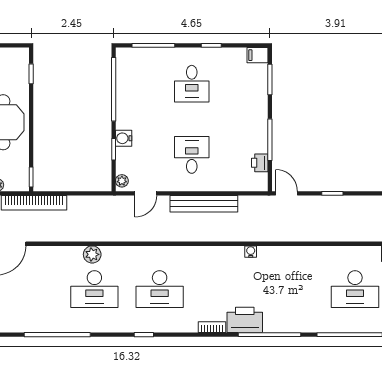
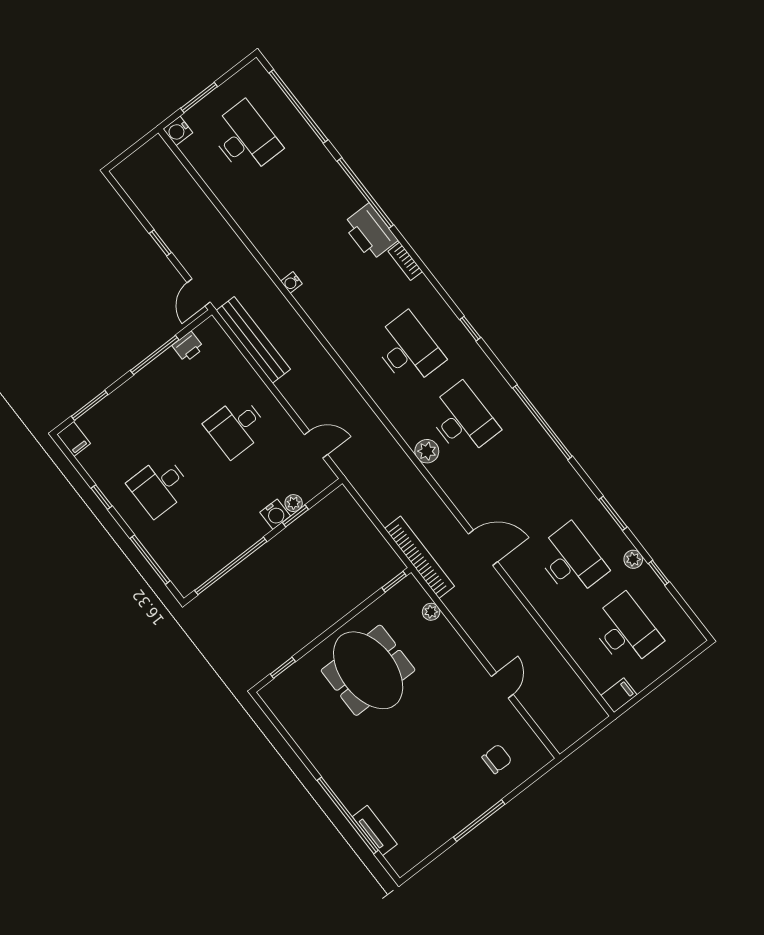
desk: (192, 84) -> (159, 486), turned 180
plant: (122, 181) -> (294, 503), moved
bench: (204, 204) -> (253, 340), moved

